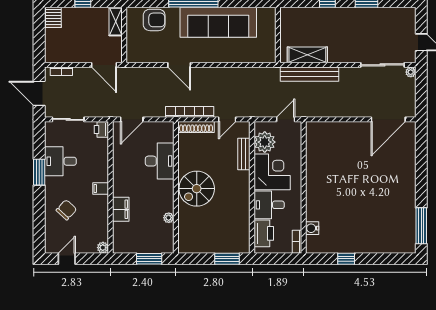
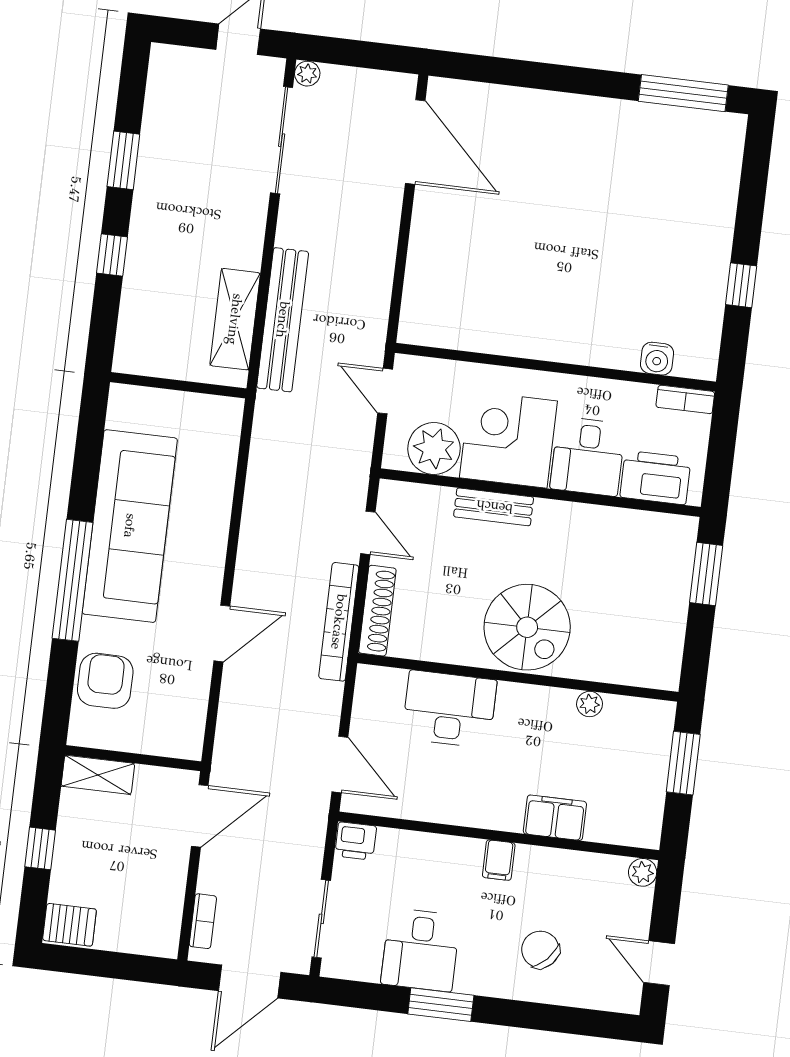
bench: (244, 154) -> (494, 507), moved

